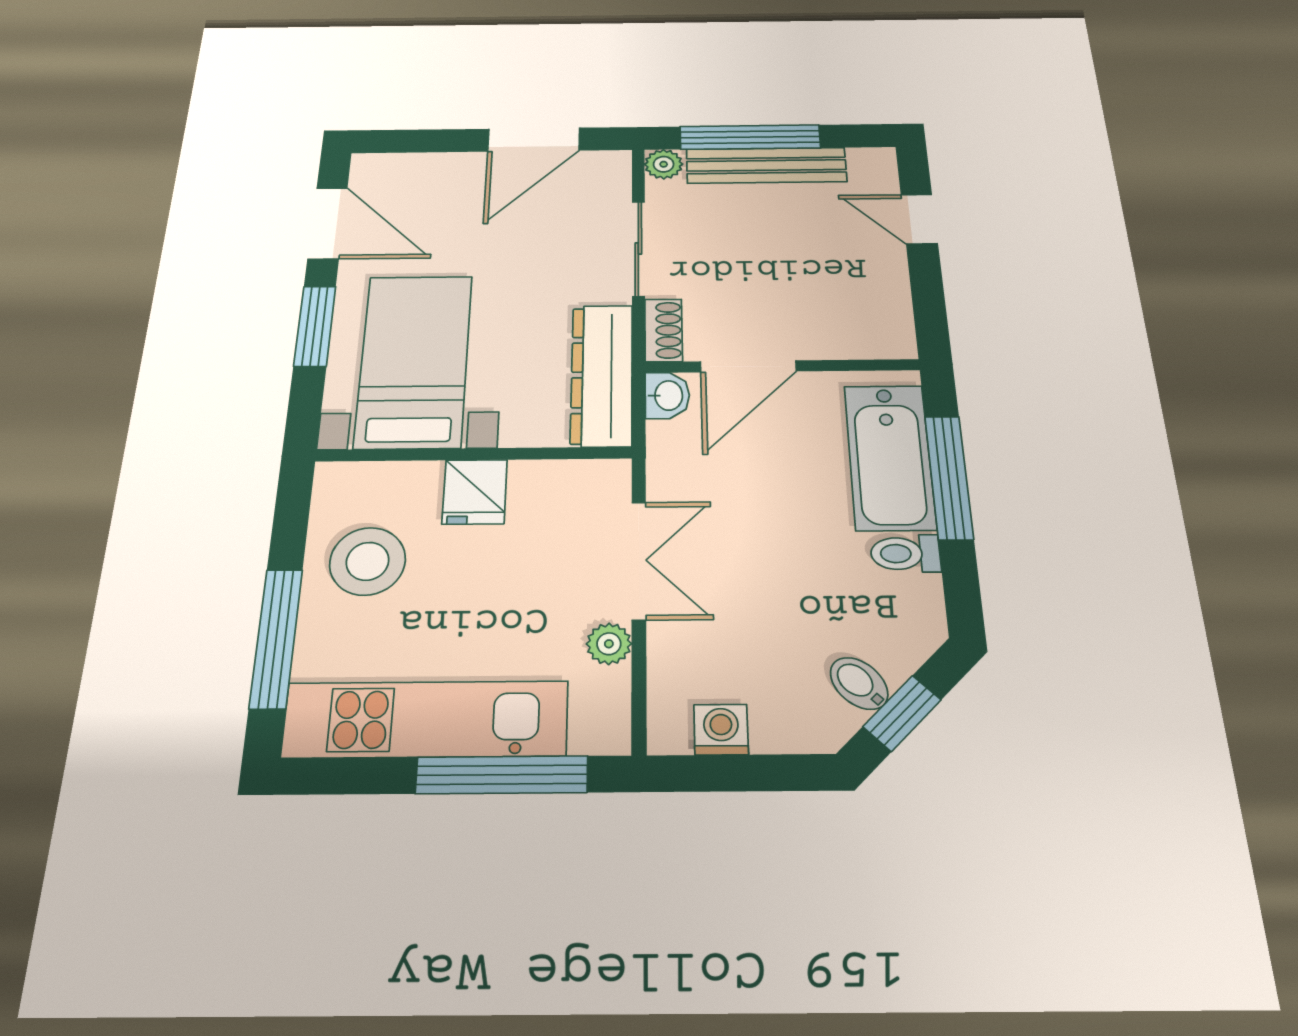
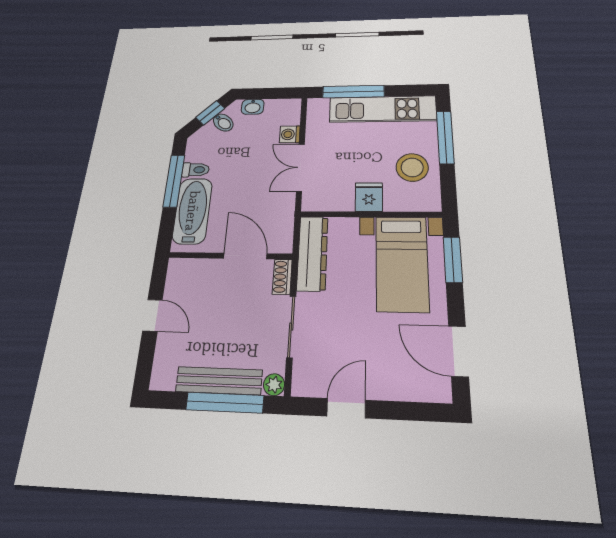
door: (534, 140) -> (346, 408), width x0.73
door: (919, 219) -> (152, 315), moved
window: (315, 326) -> (453, 260), moved
door: (748, 366) -> (245, 256), hinge flipped
washbasin: (667, 395) -> (253, 107), moved, turned -90
window: (949, 477) -> (174, 181), moved
plant: (609, 644) -> (314, 136), removed
washing machine: (721, 730) -> (290, 134), moved, turned 90

